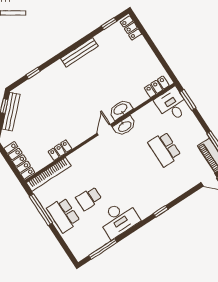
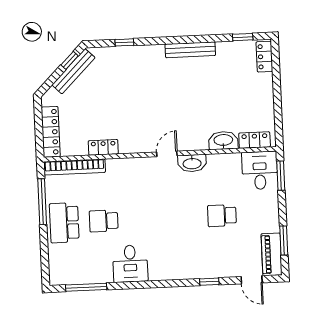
washbasin: (121, 109) -> (223, 140), moved
school desk: (165, 149) -> (222, 216), width x0.54
window: (161, 211) -> (209, 282), moved
desk: (119, 219) -> (130, 264), width x0.73

